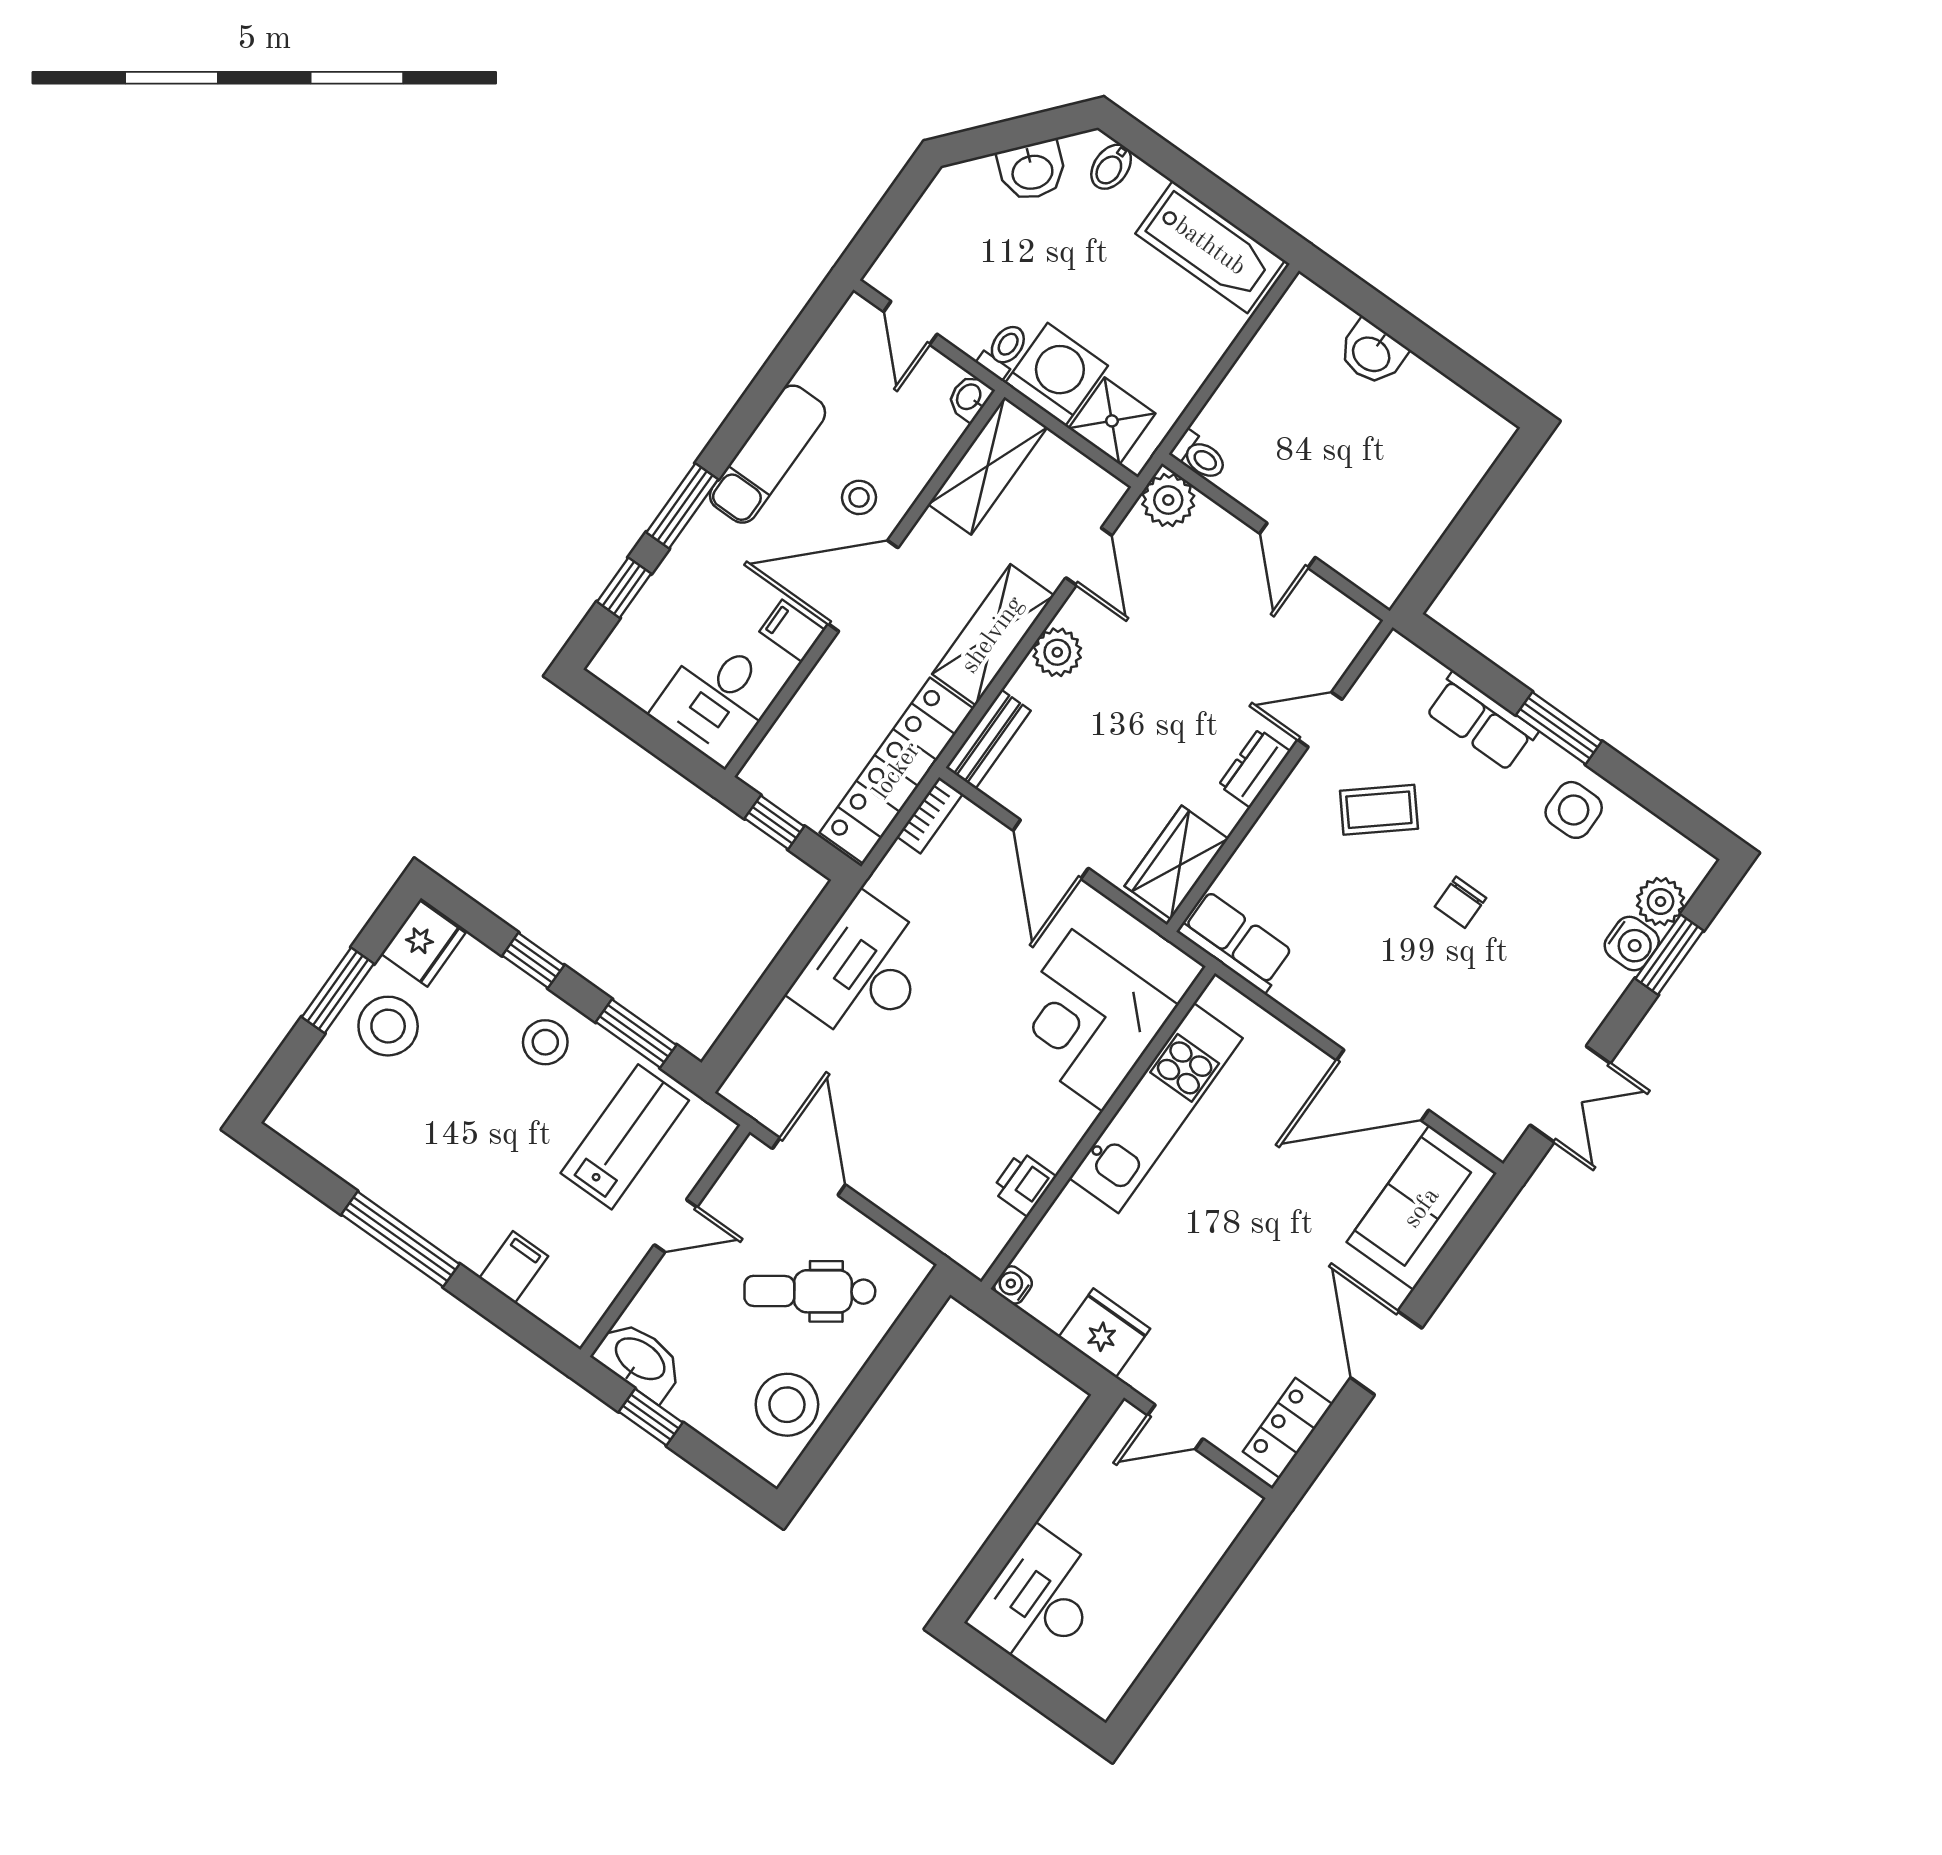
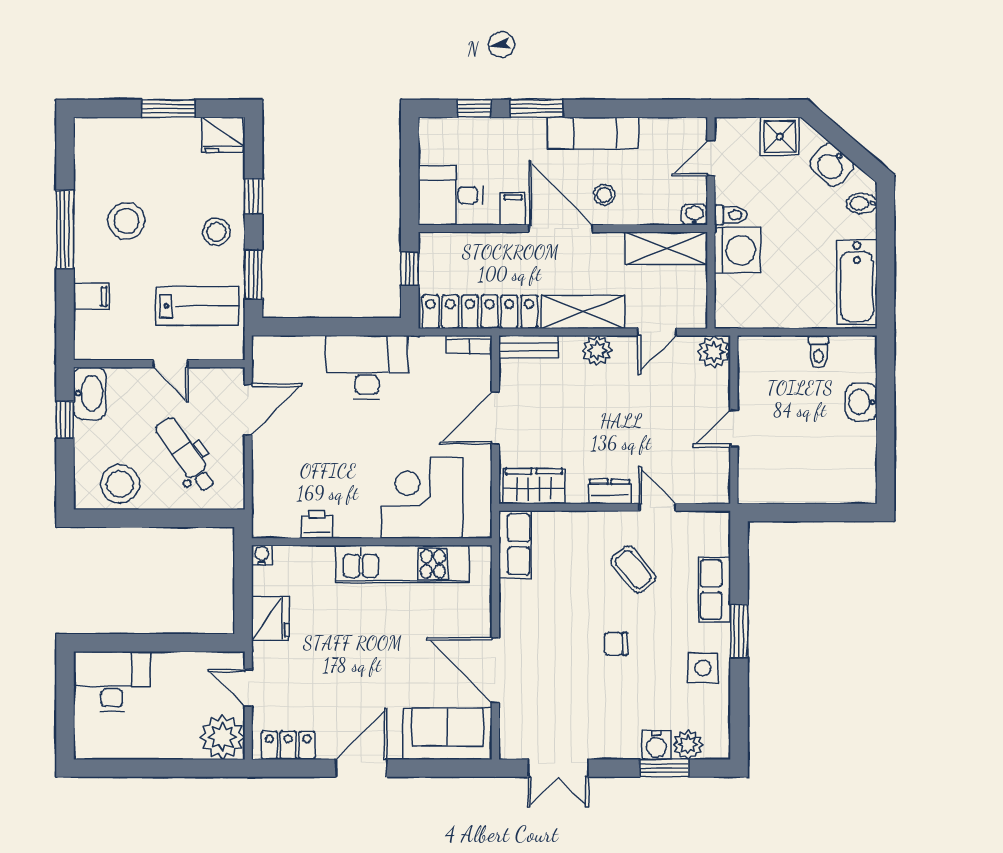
shower: (1112, 421) -> (780, 136), moved
toilet: (1199, 456) -> (819, 352), moved
stool: (388, 1026) -> (127, 221), moved
plant: (1216, 1507) -> (222, 737), added

